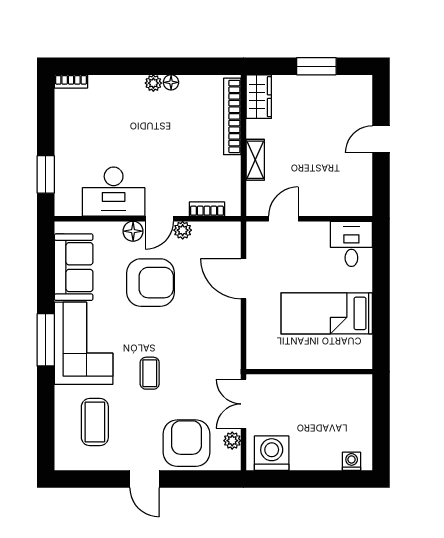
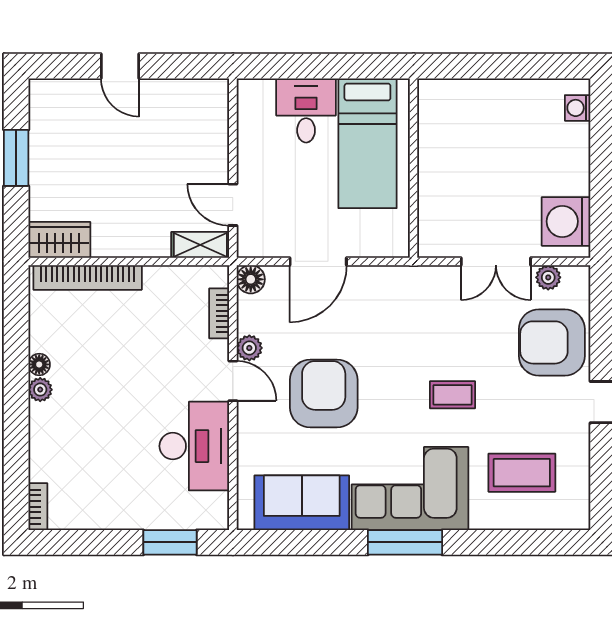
shelving: (255, 160) -> (200, 245), moved
floor lamp: (133, 231) -> (251, 279), moved
desk: (351, 244) -> (306, 110), moved, turned 90
wall: (309, 372) -> (414, 168), moved

